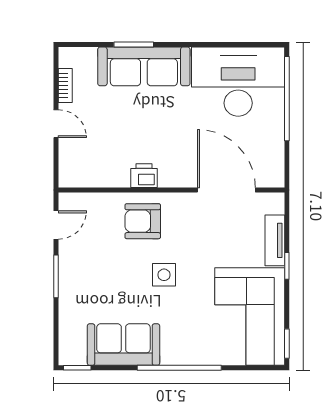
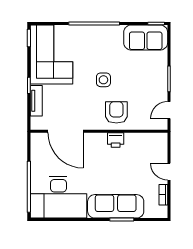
armchair: (143, 221) -> (116, 112), turned -90
sofa: (123, 345) -> (146, 38), moved

